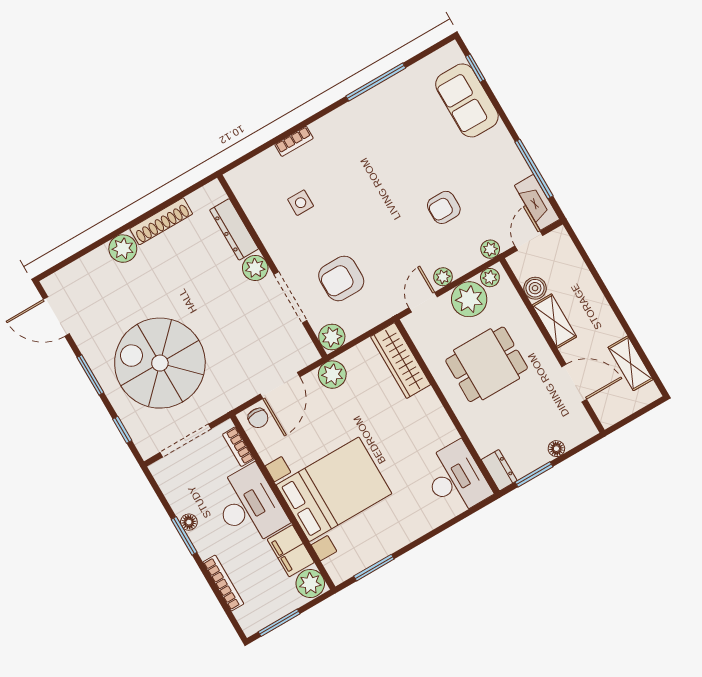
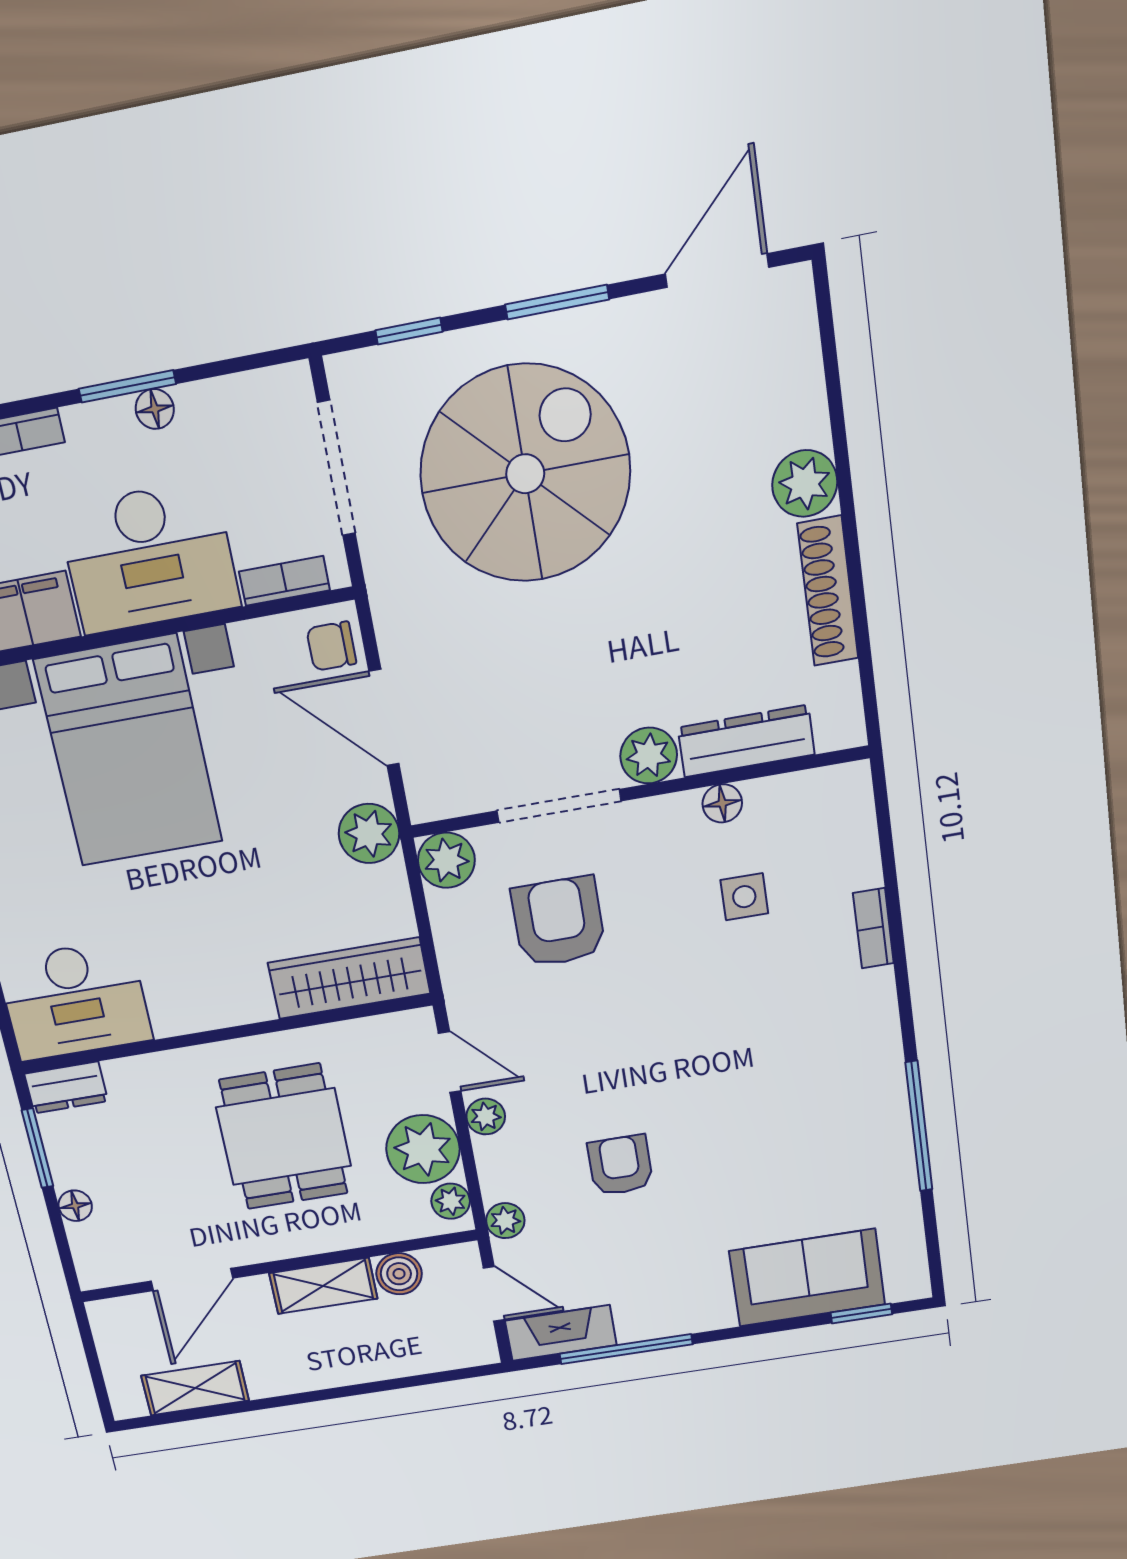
floor lamp: (264, 229) -> (722, 803), added

